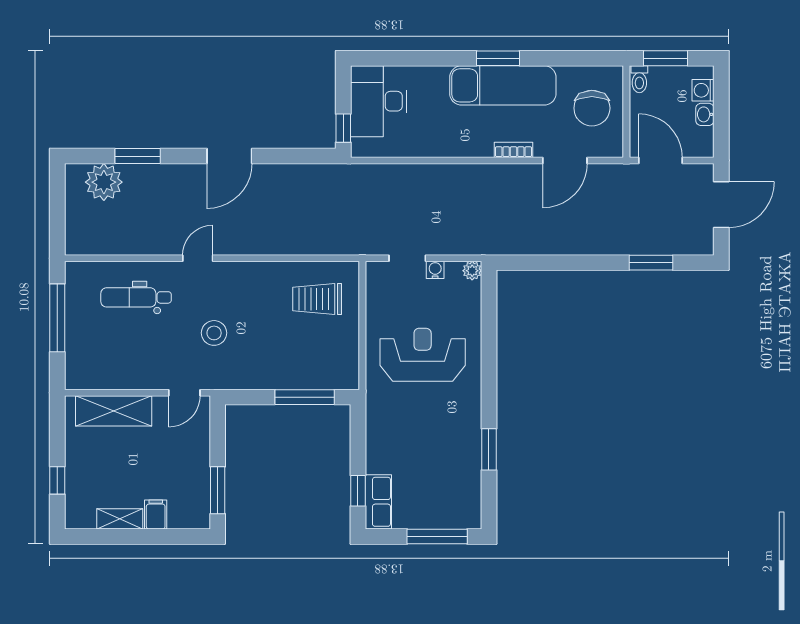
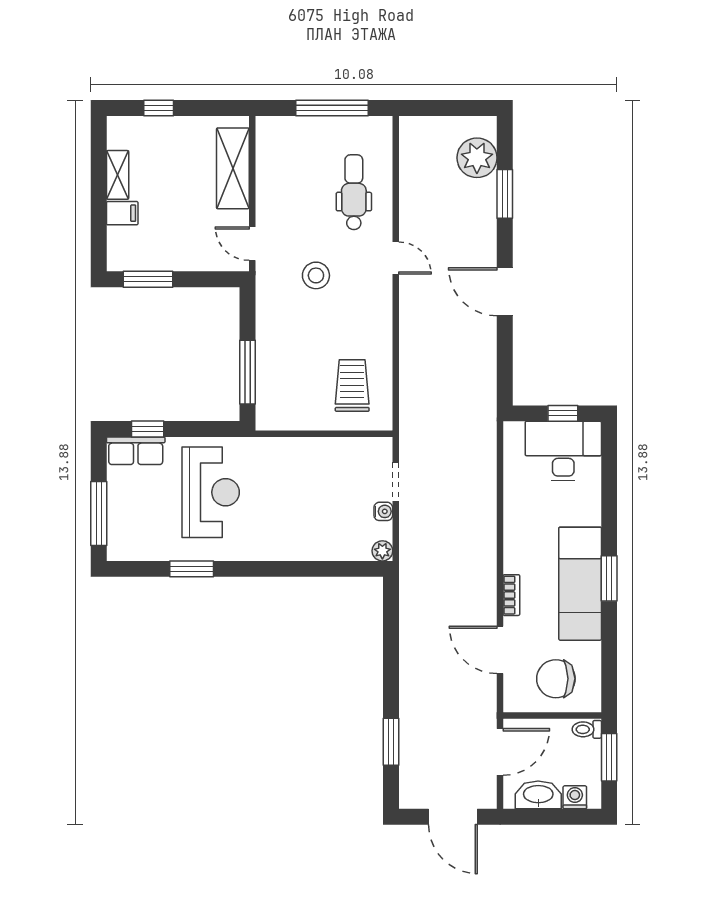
washbasin: (705, 114) -> (538, 795), width x1.91, depth x1.45
window: (343, 128) -> (563, 413), moved
reception desk: (423, 355) -> (211, 492), moved

